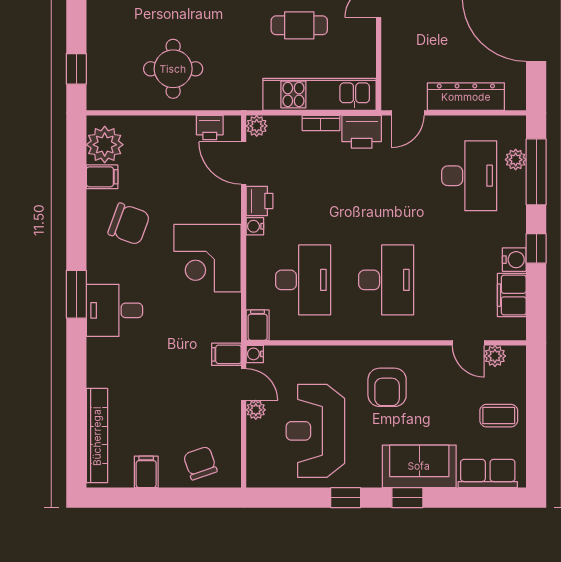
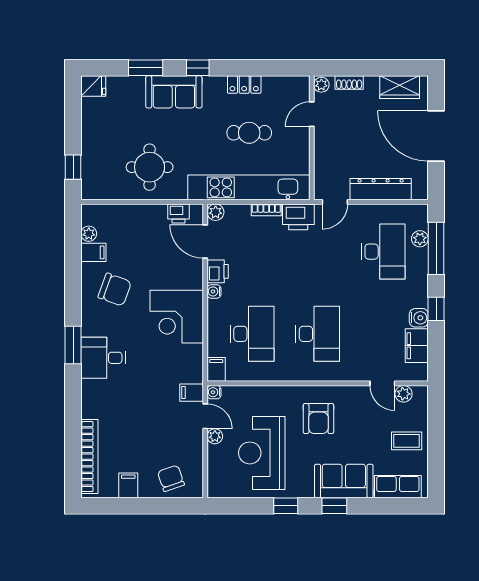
kitchen unit: (319, 94) -> (249, 187), width x1.36
plant: (105, 145) -> (89, 234), width x0.53, depth x0.53

